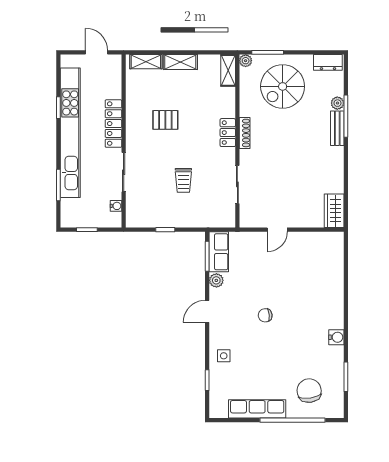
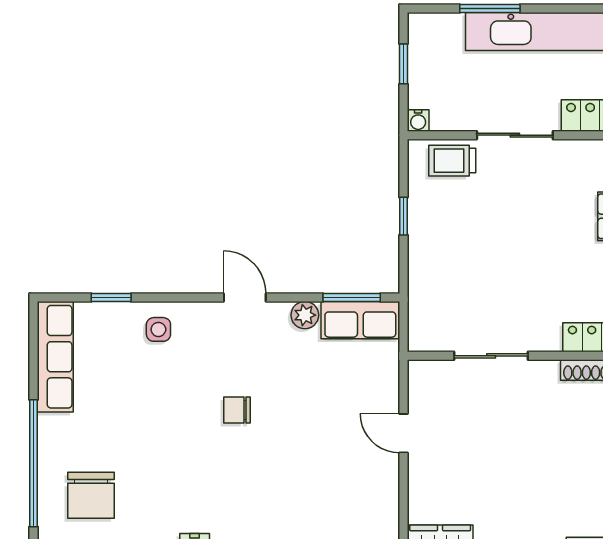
trolley: (183, 180) -> (452, 161), moved
water cooler: (116, 206) -> (418, 120), moved
chair: (265, 315) -> (237, 410), turned -83
chair: (309, 391) -> (91, 495), turned 98
row of seats: (257, 409) -> (55, 357), moved

